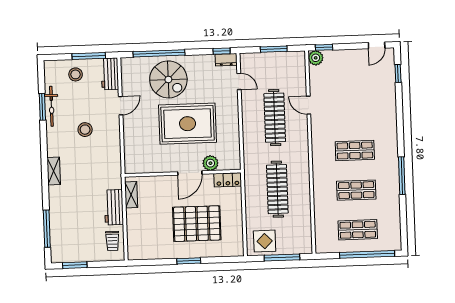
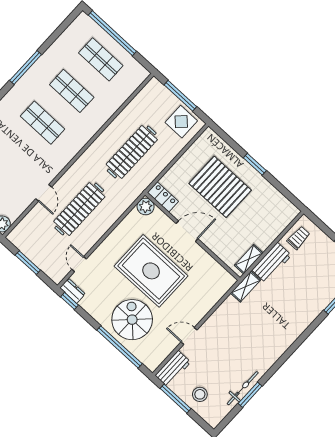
stool: (85, 130) -> (235, 345), removed
plant: (210, 163) -> (146, 207), moved
shelving: (54, 171) -> (246, 287), moved

